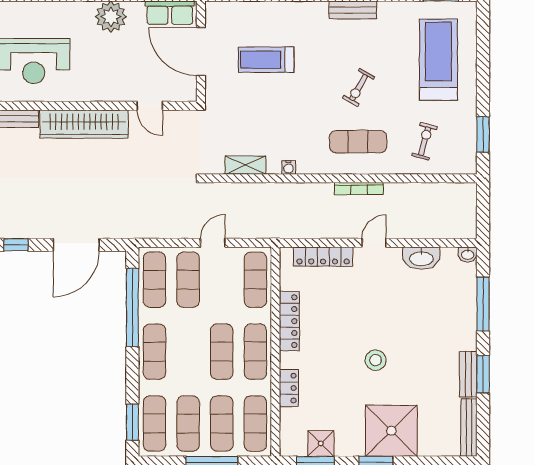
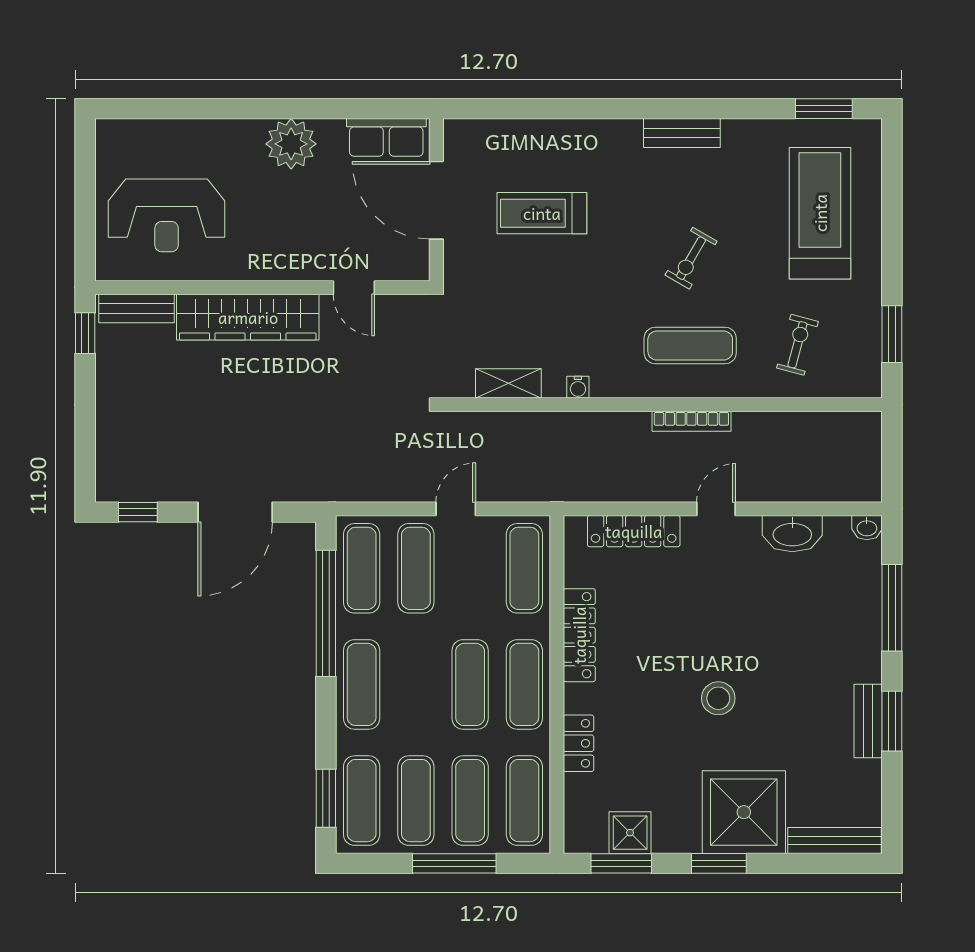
bench: (469, 428) -> (834, 841), moved, turned 90

